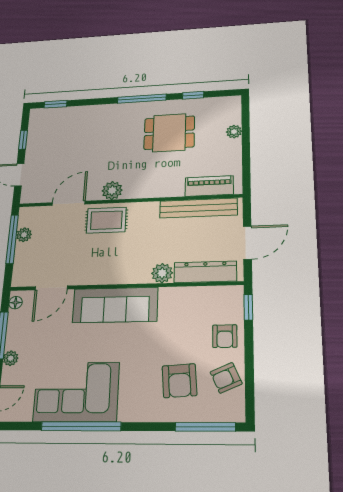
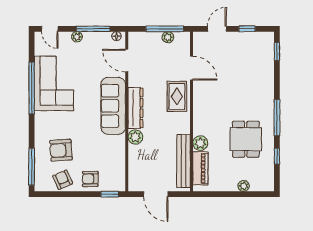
plant: (112, 190) -> (200, 143), moved
dresser: (205, 272) -> (135, 108), moved

